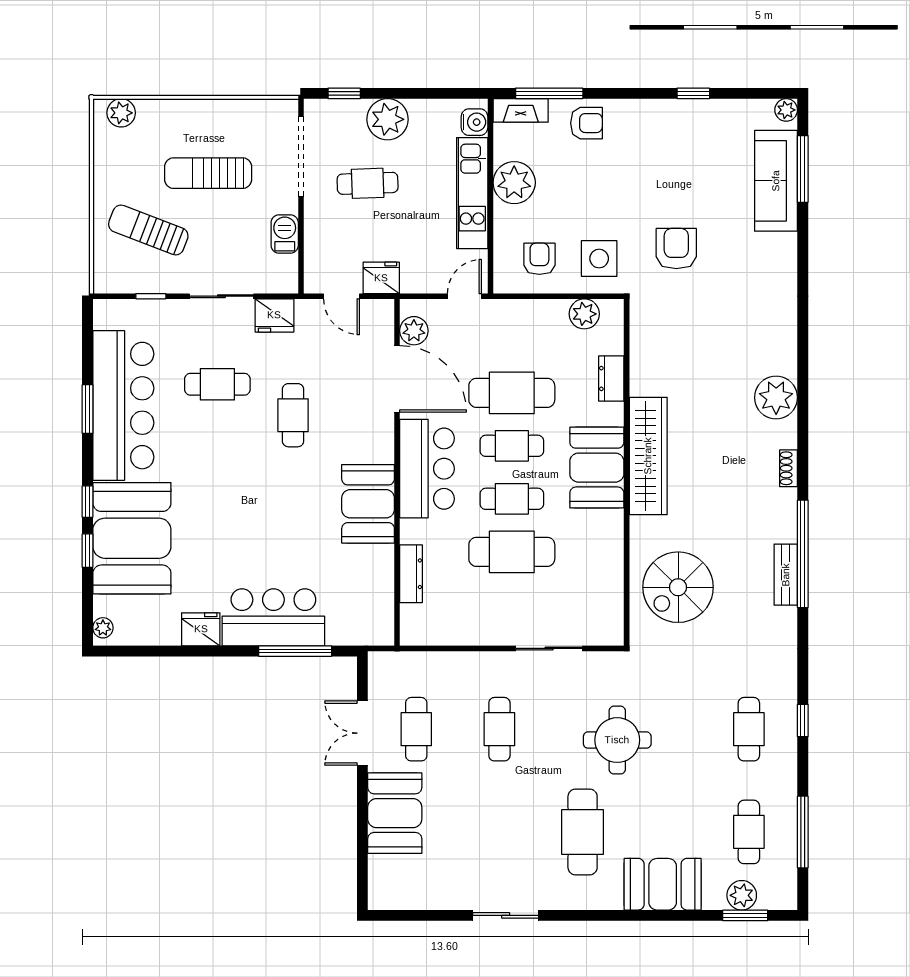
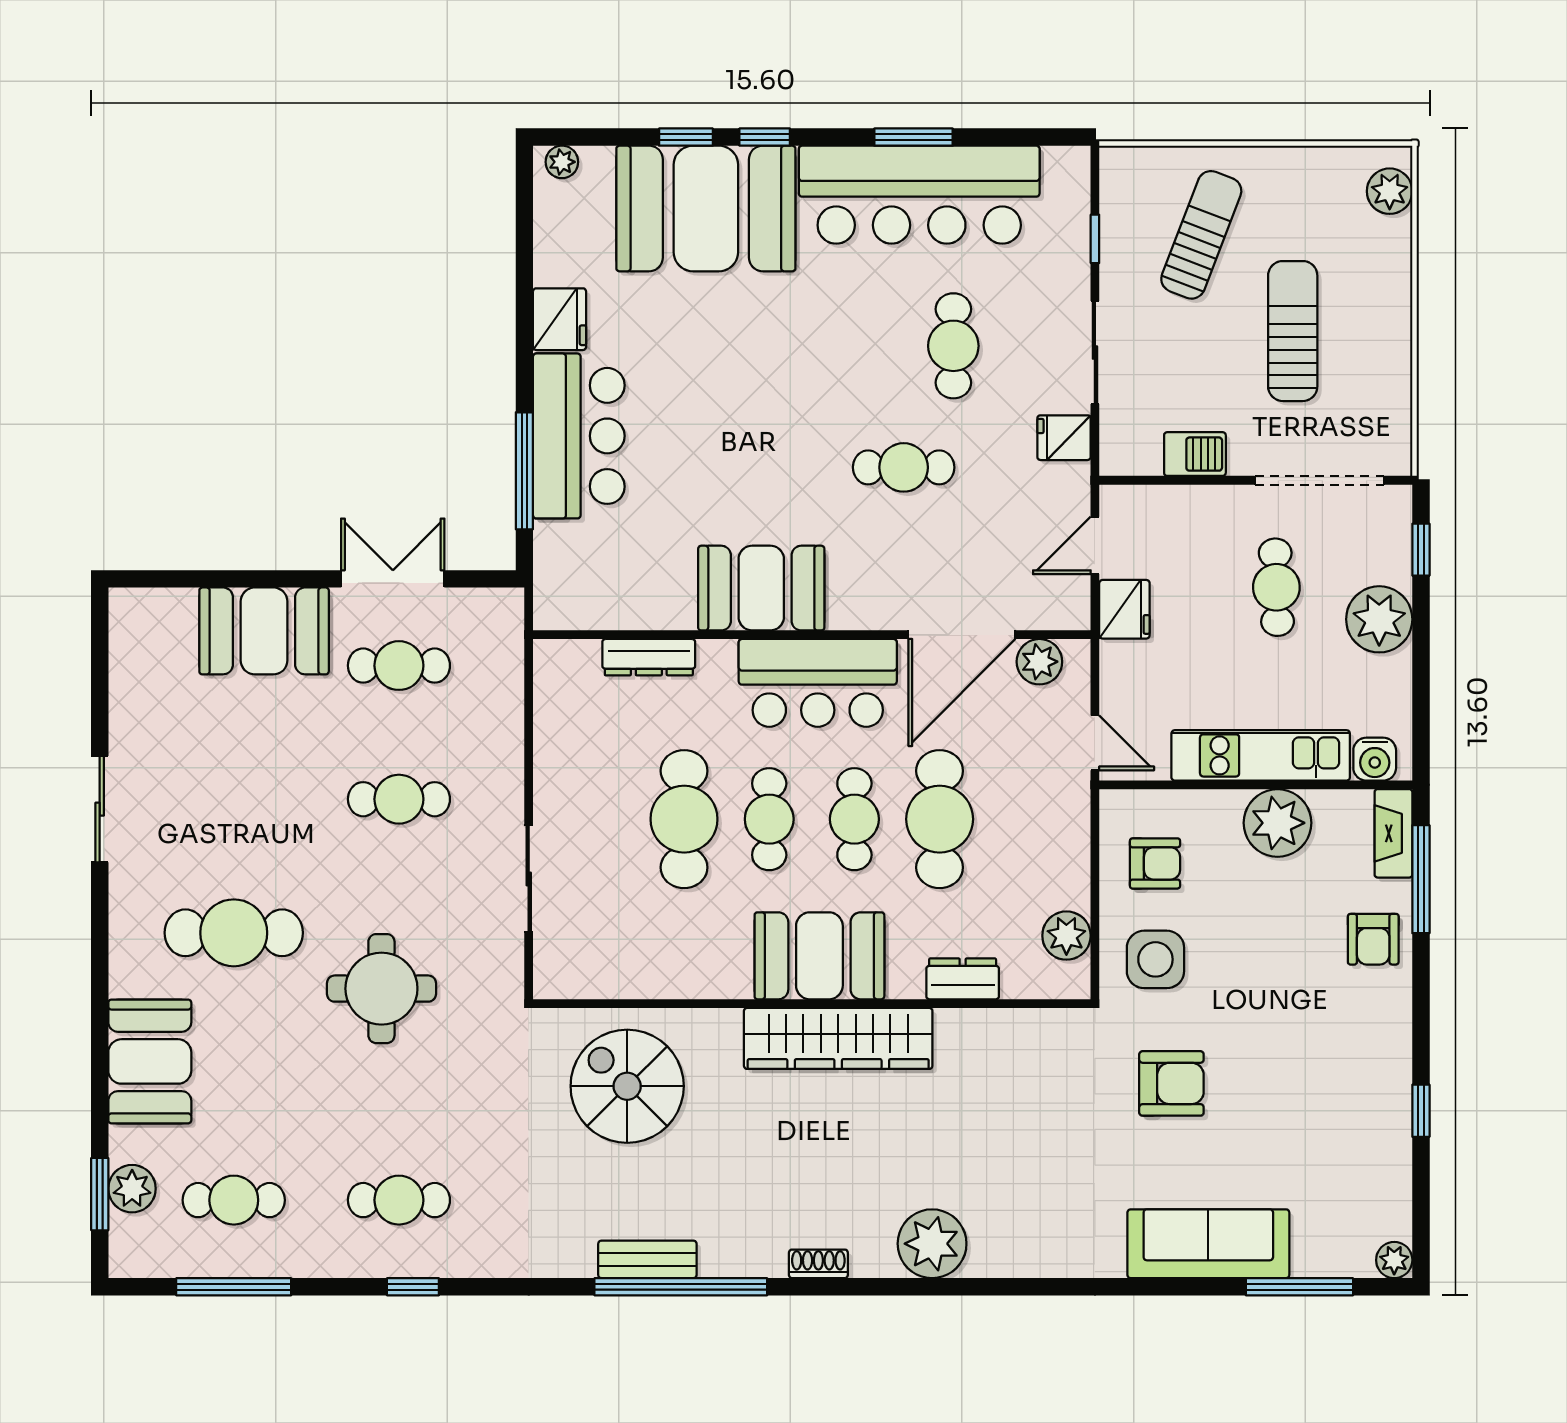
sofa: (776, 181) -> (1208, 1244), moved
fridge: (274, 315) -> (1064, 438), width x0.72

